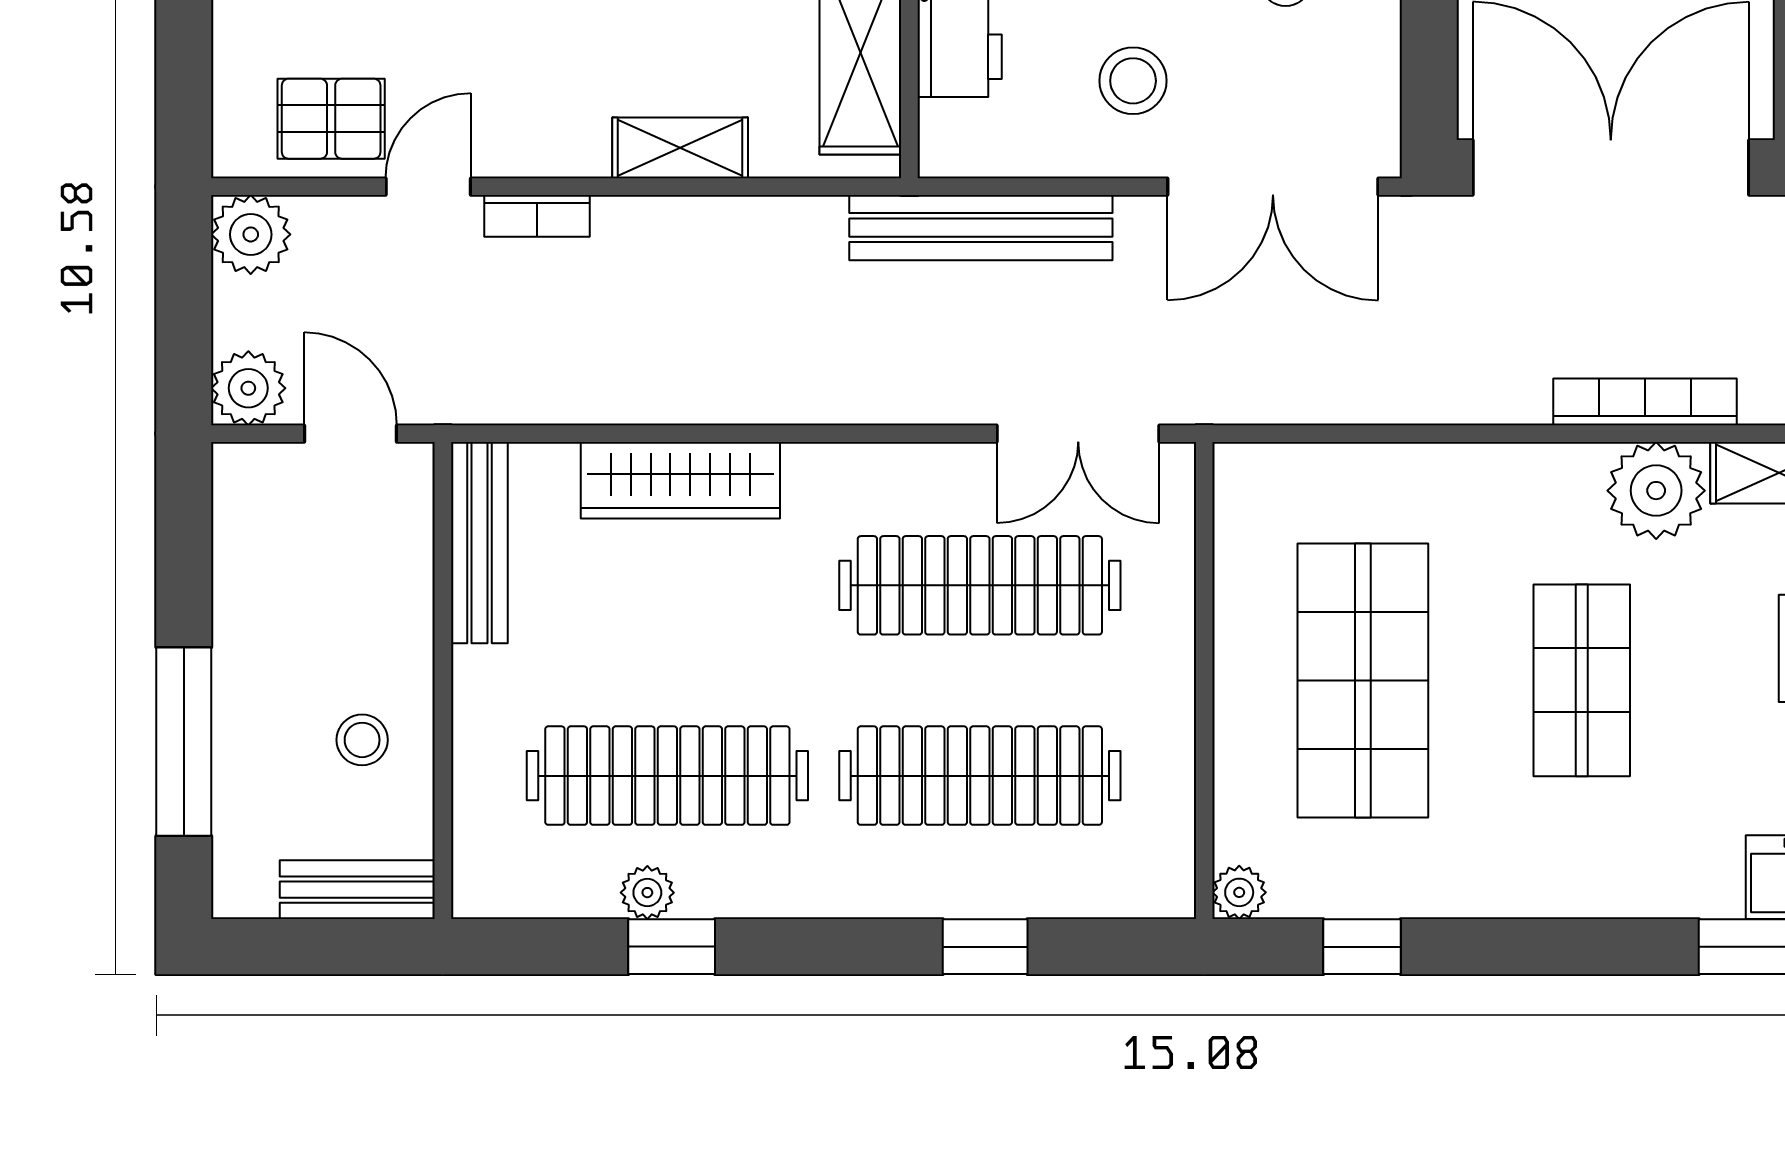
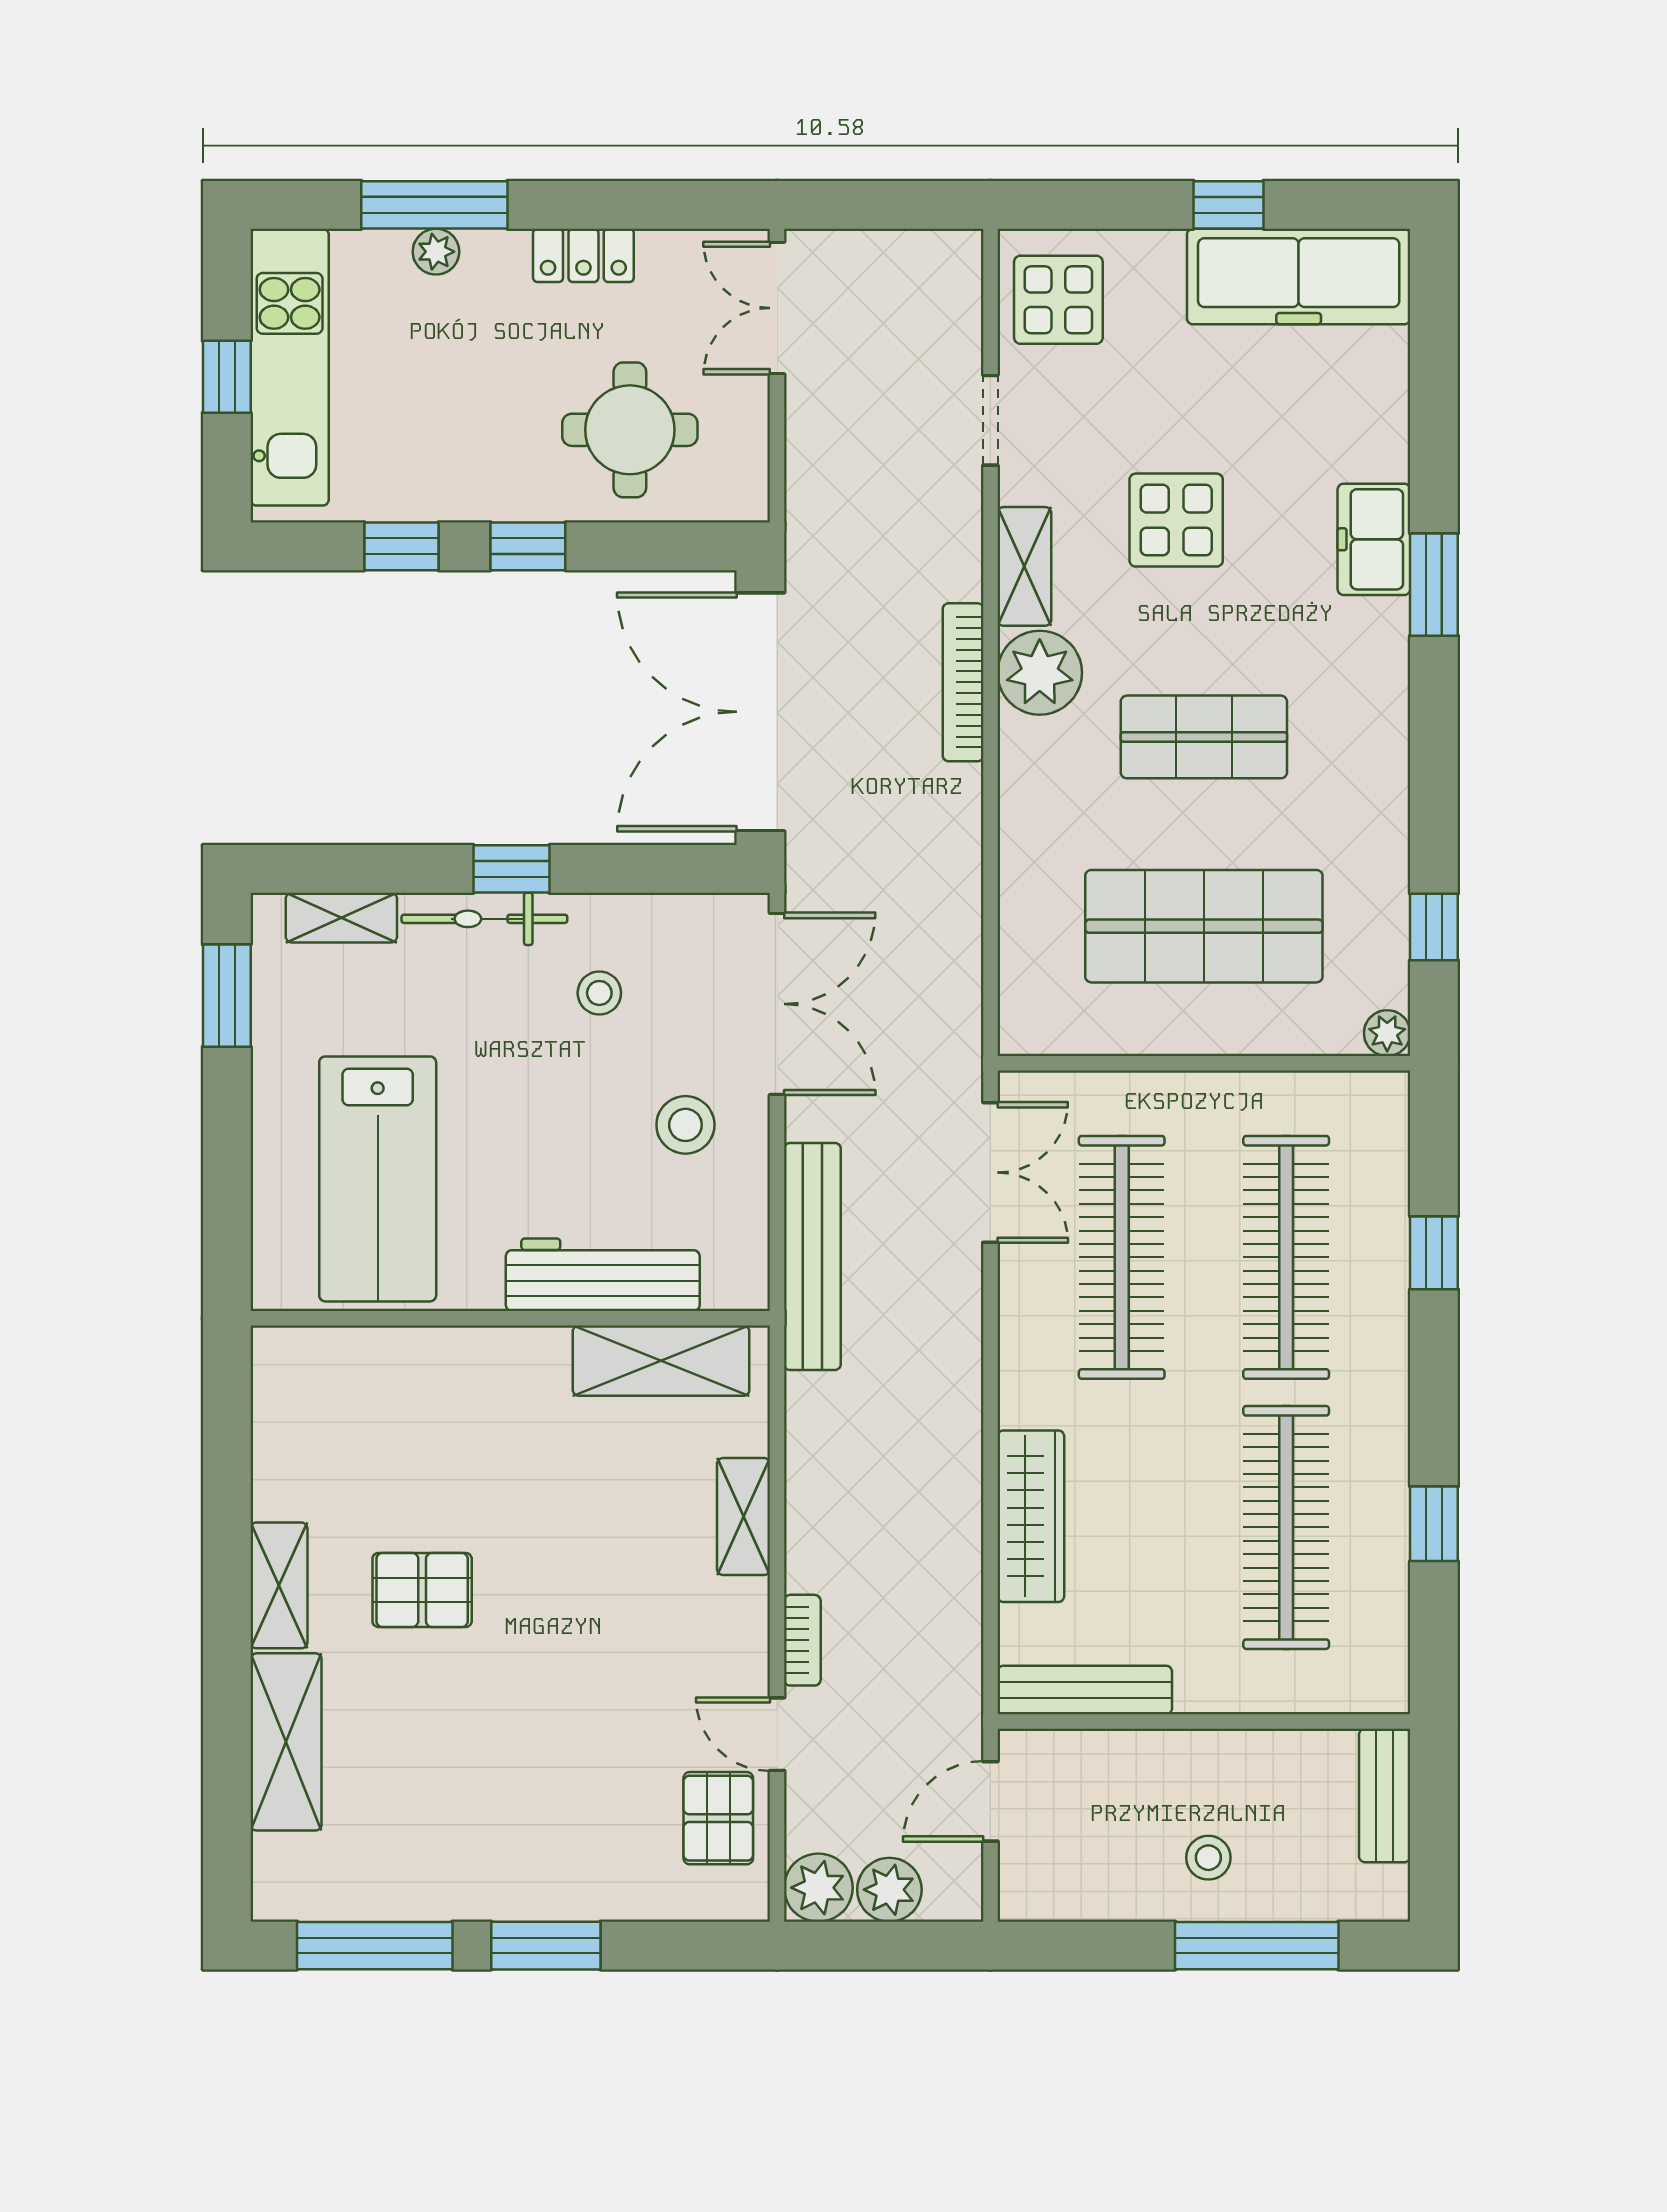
plant: (248, 388) -> (889, 1890), moved
stool: (362, 740) -> (1208, 1858), moved
plant: (647, 893) -> (1387, 1545), removed

